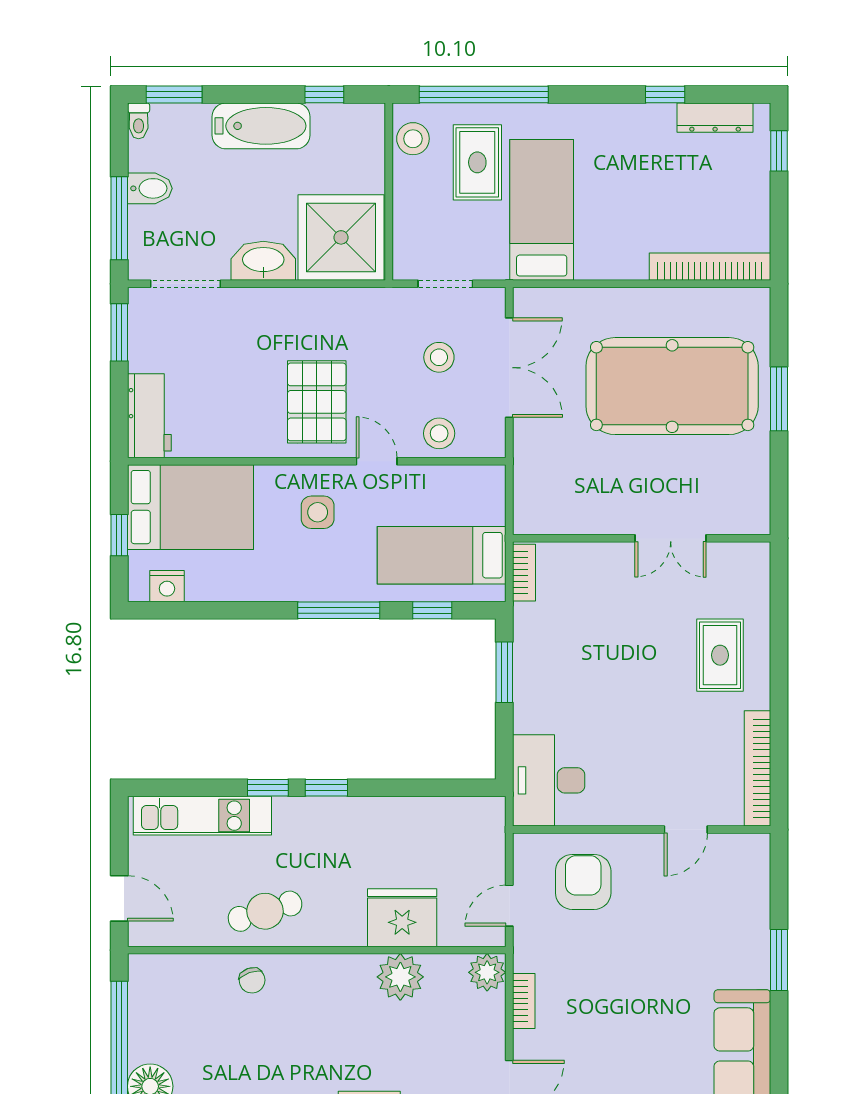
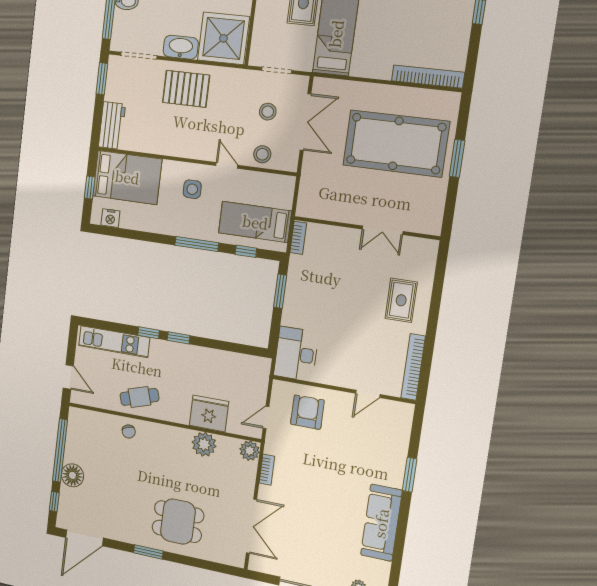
pallet: (317, 402) -> (186, 89), moved, turned 90

